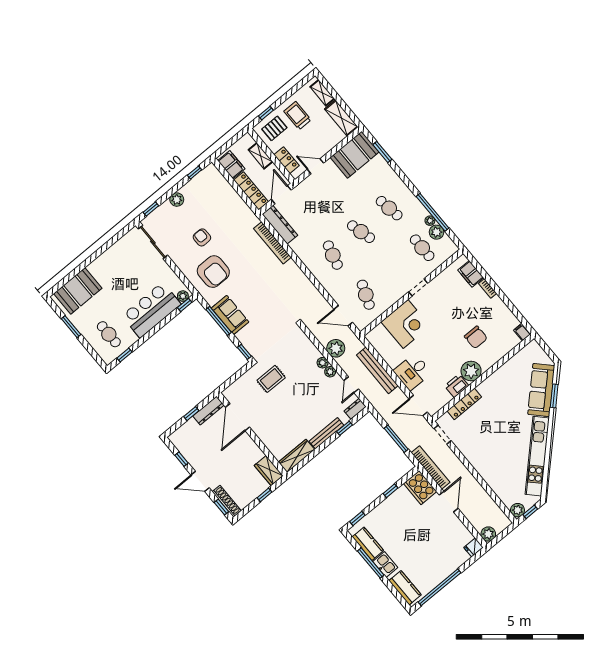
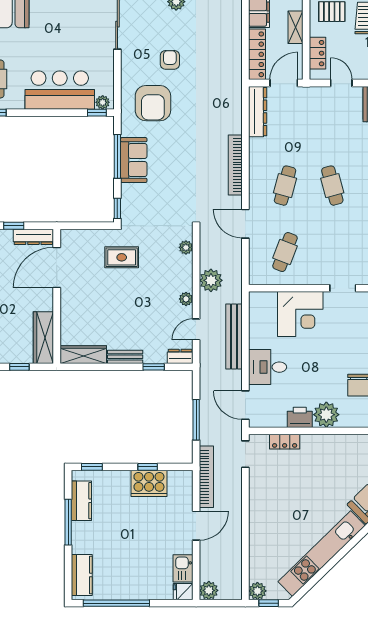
bookcase: (272, 243) -> (235, 165), moved
door: (343, 316) -> (245, 224), moved
plant: (323, 363) -> (186, 247), moved
locker: (464, 404) -> (285, 442), width x0.66
bench: (326, 433) -> (125, 357), width x0.73
wardrobe: (269, 471) -> (43, 338), width x1.50
cooker: (420, 488) -> (149, 483), moved, turned -90
kitchen sink: (385, 565) -> (183, 568), moved, turned 180

